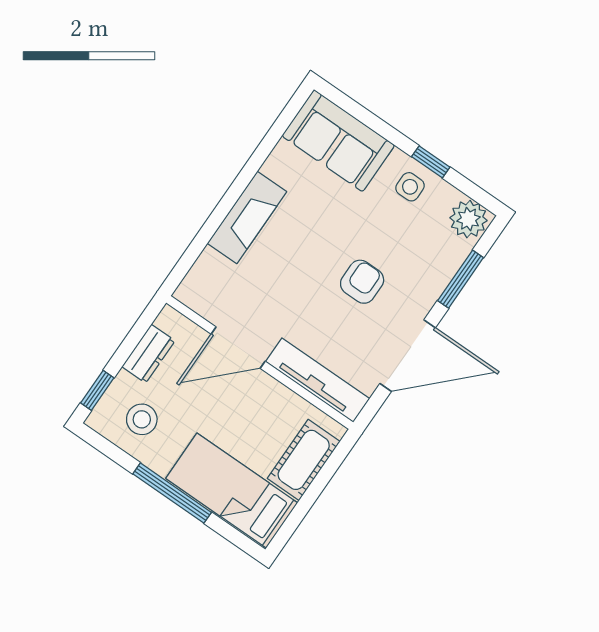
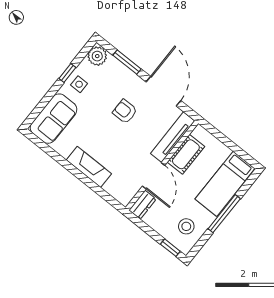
dresser: (148, 354) -> (143, 205), moved, turned 90
cot: (304, 460) -> (186, 154), moved, turned 90

